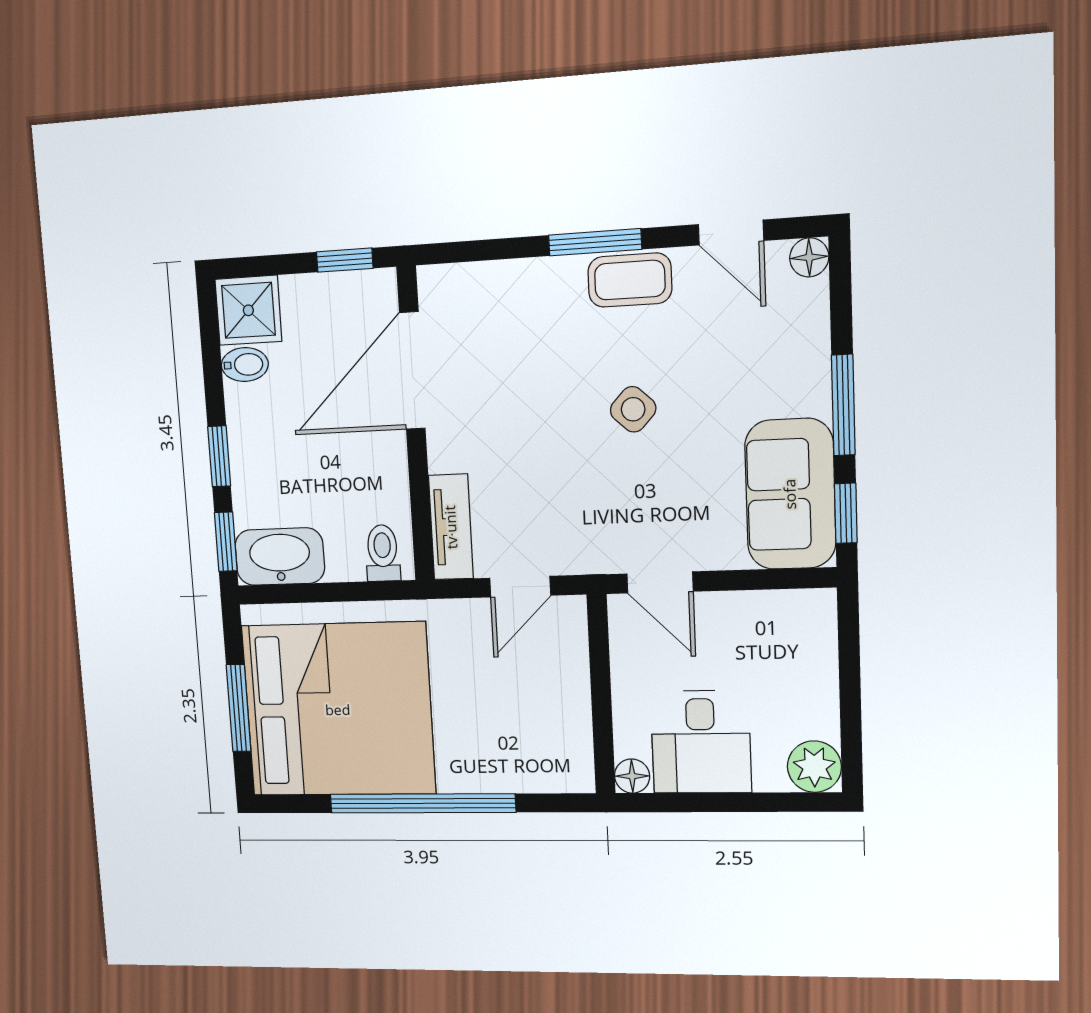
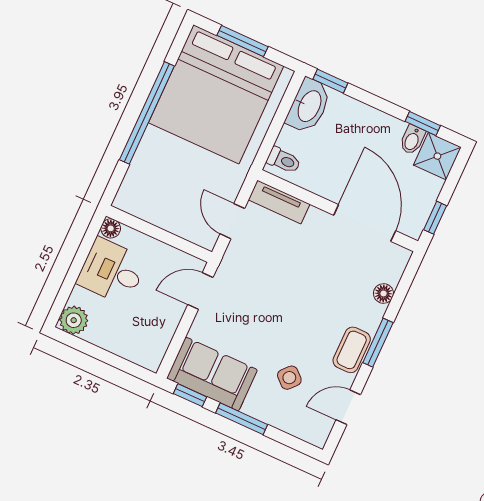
floor lamp: (809, 257) -> (384, 293), moved
side table: (633, 409) -> (289, 378), moved
window: (219, 456) -> (423, 123), moved

